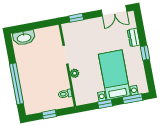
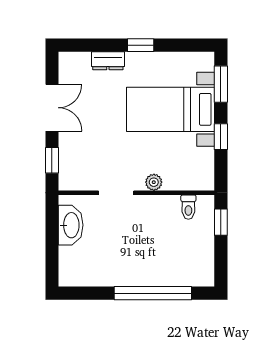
double door: (114, 11) -> (52, 108), moved
washbasin: (24, 38) -> (71, 225), moved
window: (49, 114) -> (221, 222), moved

